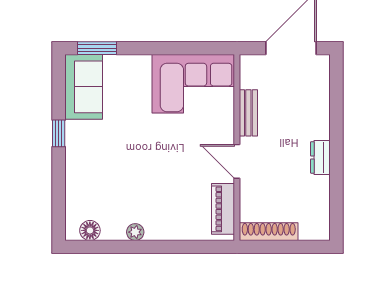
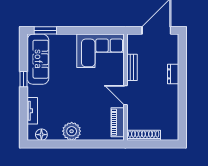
sofa: (84, 87) -> (38, 59), width x1.36
dresser: (320, 157) -> (173, 74), moved
tv unit: (74, 189) -> (32, 111), added
plant: (135, 232) -> (72, 131), width x1.88, depth x1.88

